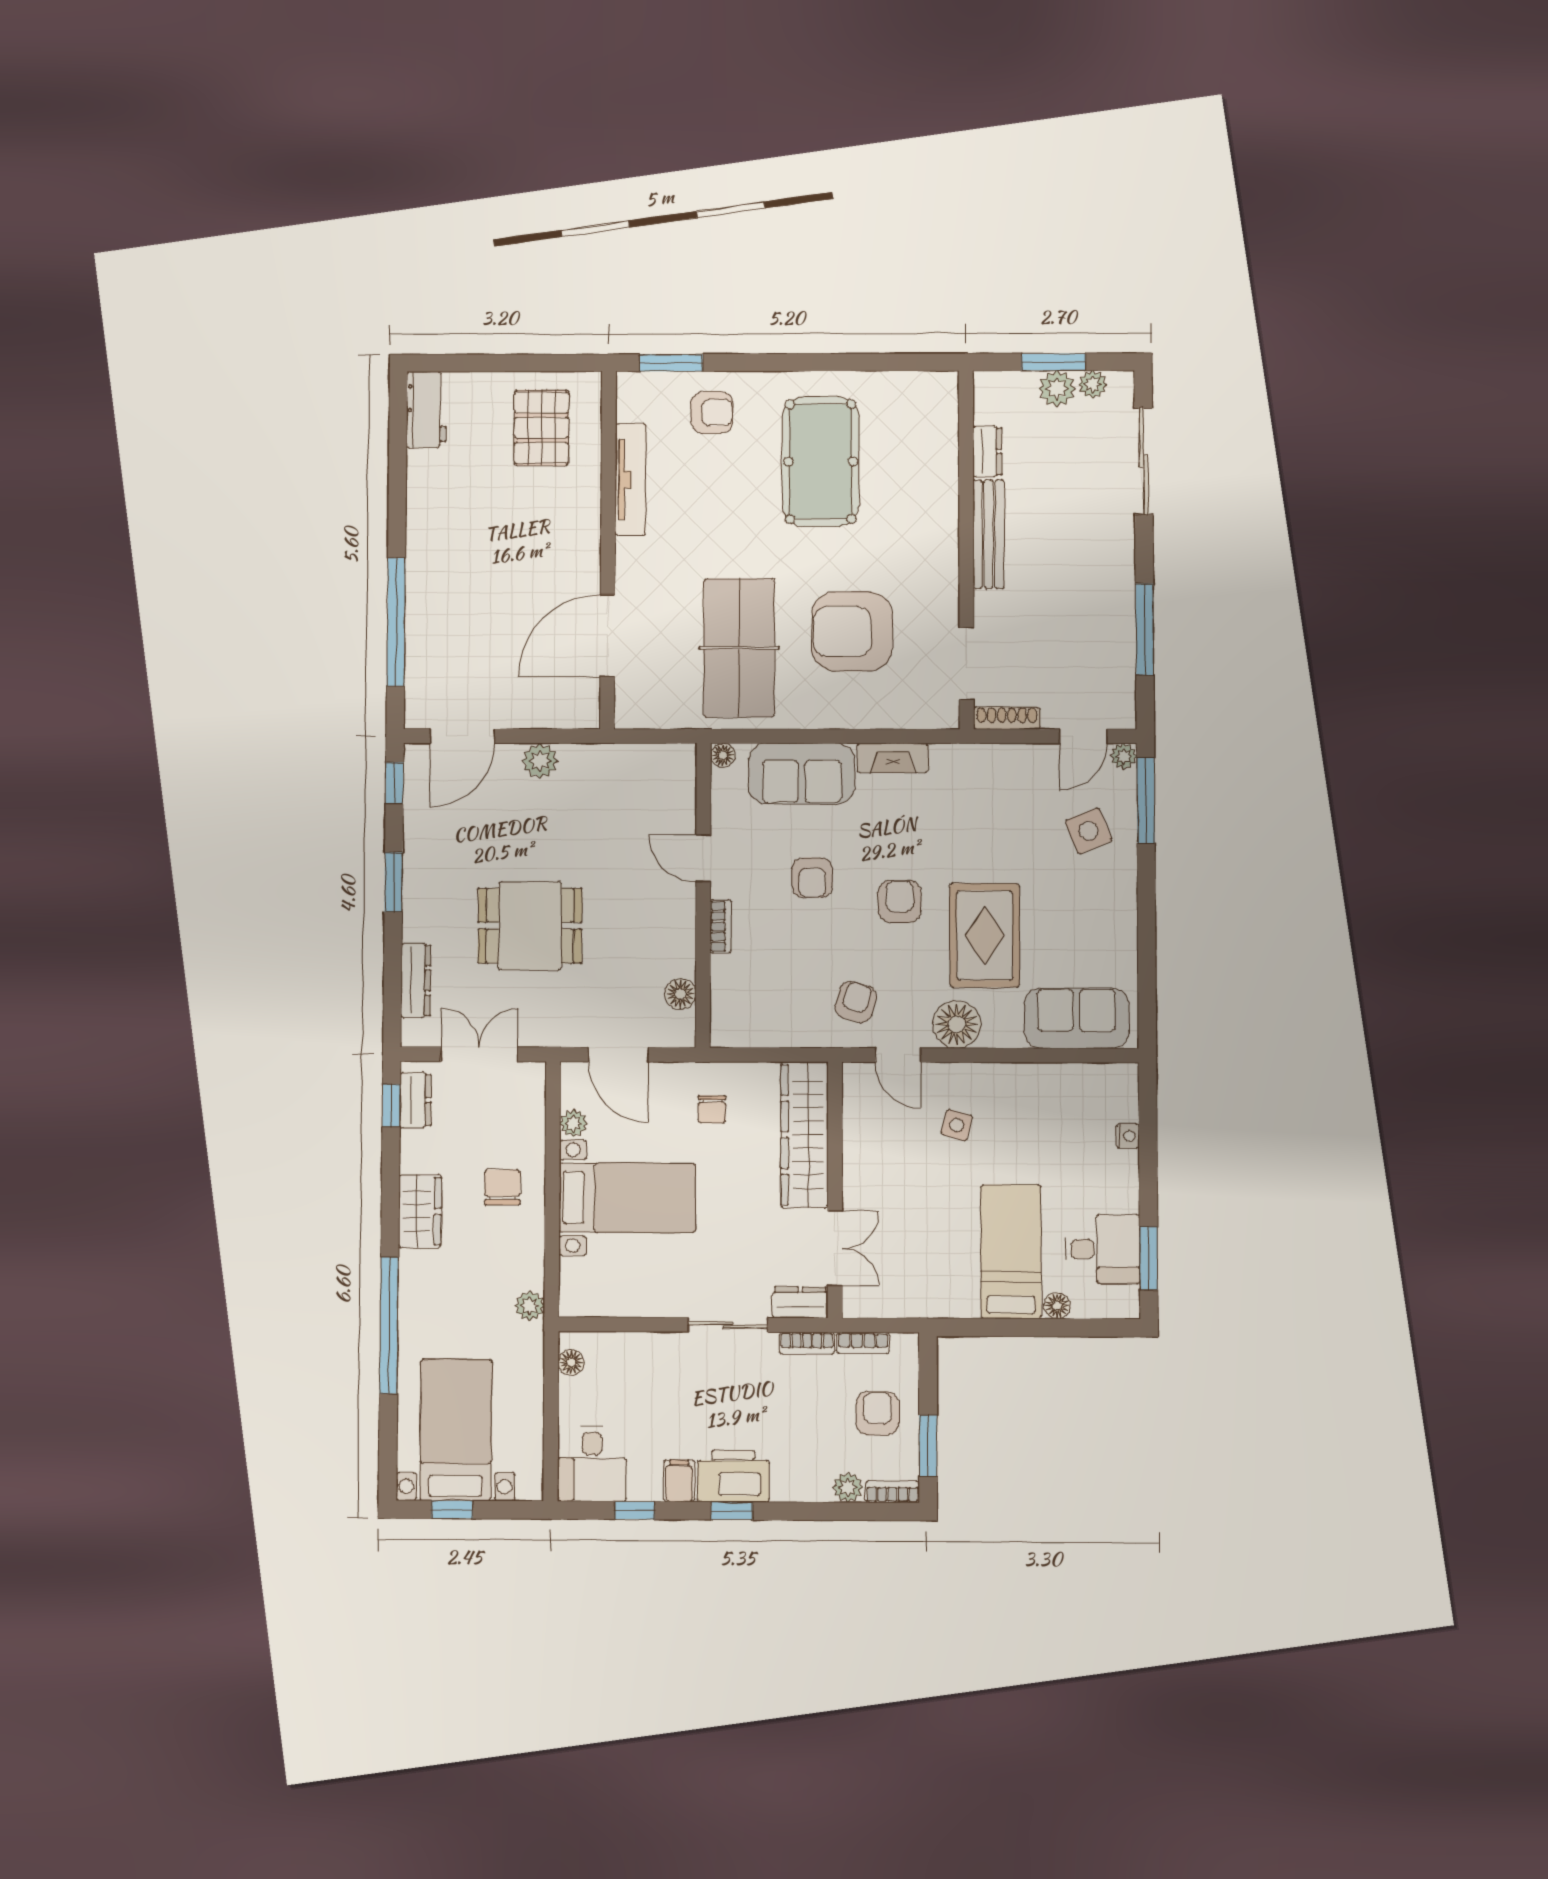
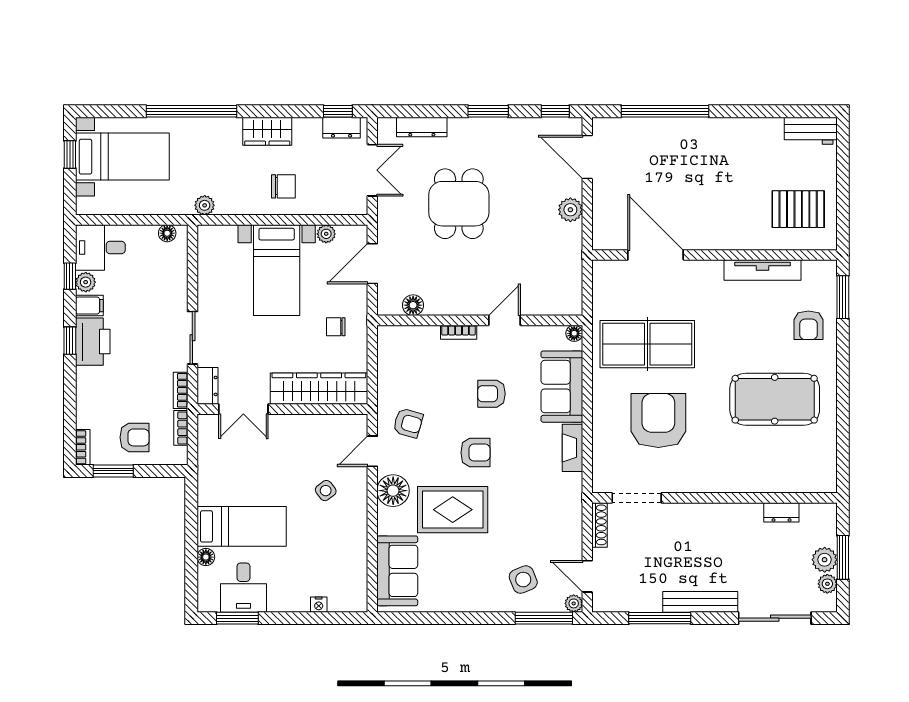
bench: (989, 534) -> (700, 602), moved
side table: (957, 1125) -> (326, 491), turned 38
plant: (848, 1487) -> (86, 282), moved

